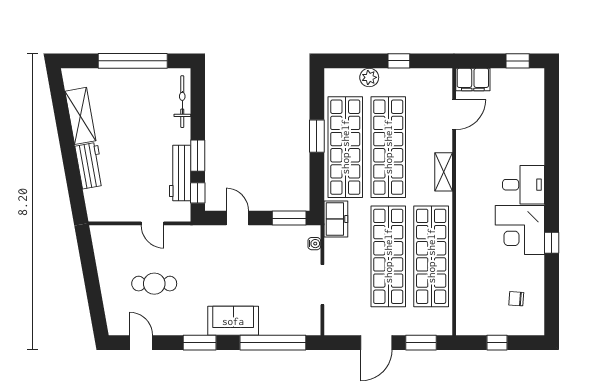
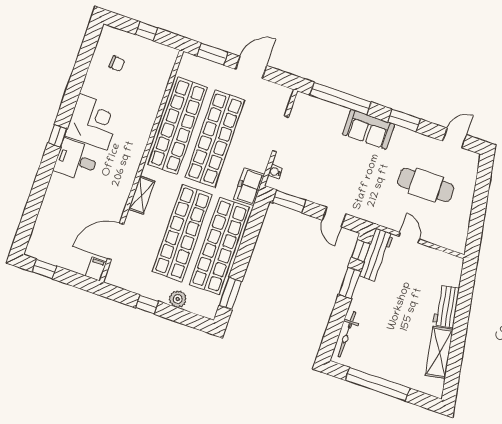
filing cabinet: (473, 79) -> (96, 269), width x0.50
door: (454, 115) -> (115, 241), width x1.36
window: (317, 136) -> (230, 293), moved
workbench: (180, 173) -> (376, 255), moved
window: (552, 243) -> (57, 136), moved
cafe table: (154, 284) -> (426, 185), width x1.37, depth x1.35
door: (141, 343) -> (455, 138), swing flipped

